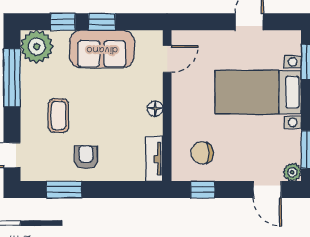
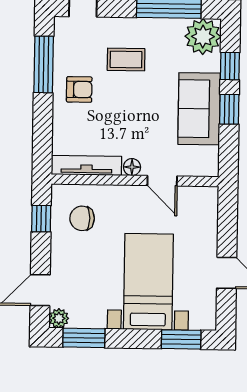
door: (167, 59) -> (162, 181), moved
chair: (202, 153) -> (82, 218), turned -90
tv unit: (154, 159) -> (86, 165), width x1.41
window: (64, 190) -> (44, 64), width x1.44

